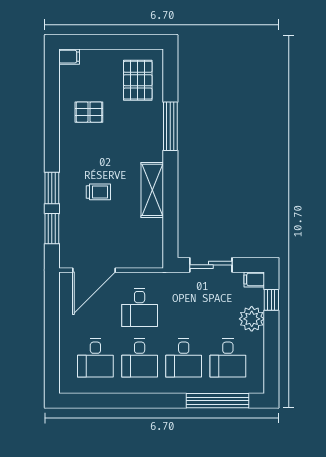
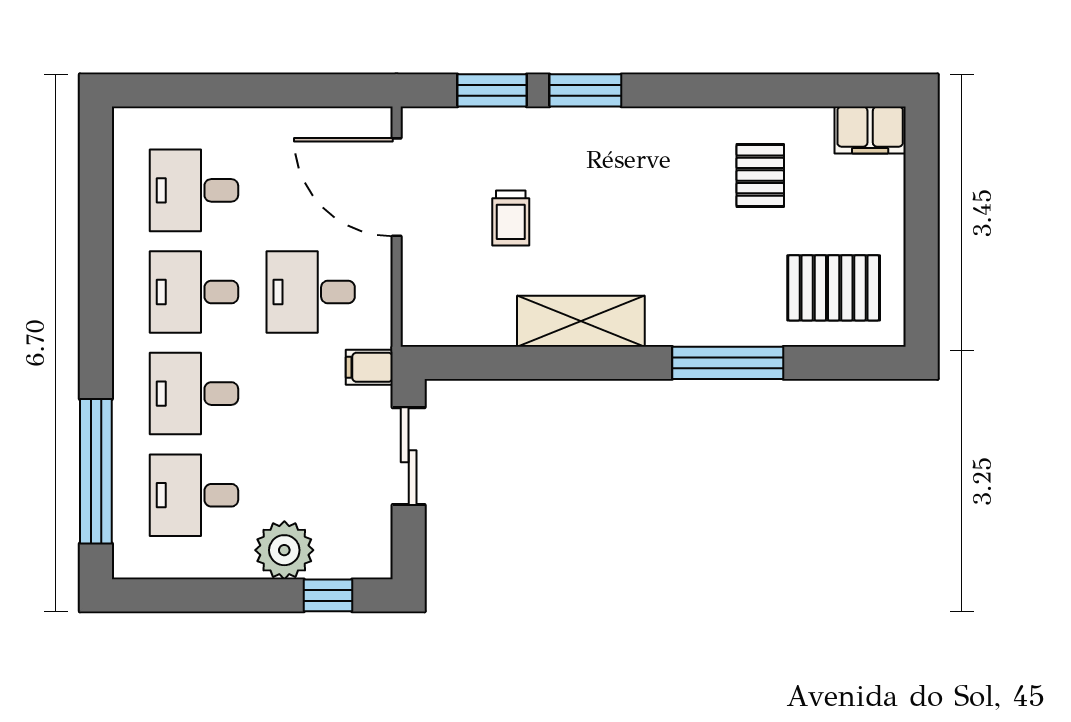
filing cabinet: (69, 57) -> (870, 130), width x2.00
trolley: (98, 192) -> (511, 218), moved
filing cabinet: (254, 279) -> (369, 367), moved, turned -90

